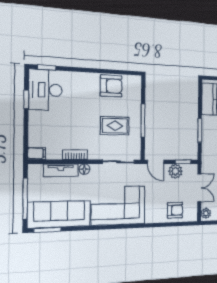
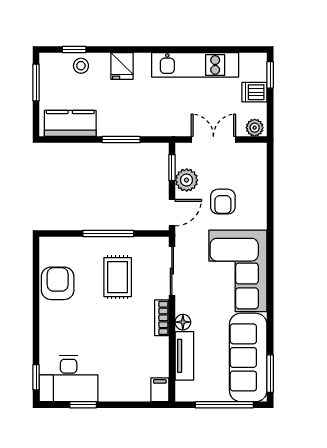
bookcase: (75, 155) -> (162, 318), moved
armchair: (175, 210) -> (223, 202), moved, turned 180

